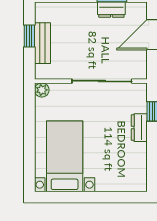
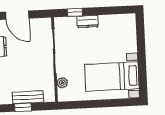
plant: (42, 90) -> (62, 83), moved

